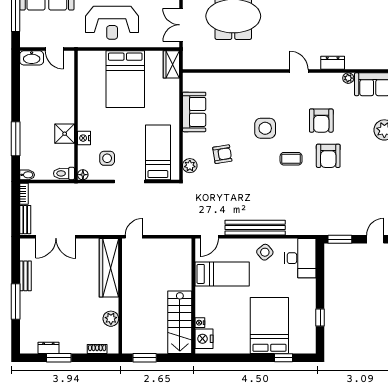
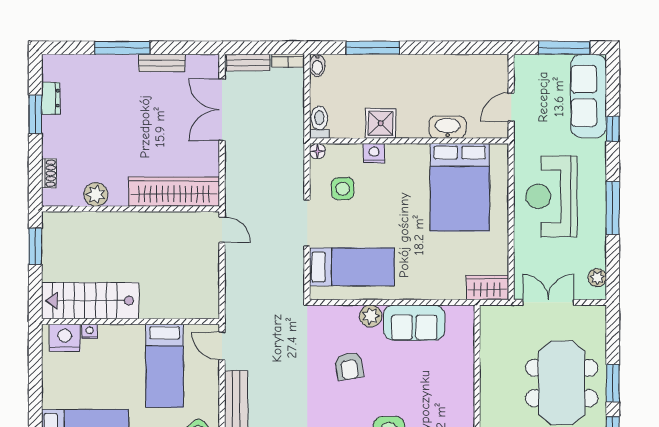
washbasin: (32, 58) -> (447, 127), moved, turned 90
bed: (125, 79) -> (460, 187), moved, turned -90
plant: (190, 166) -> (371, 316), moved

